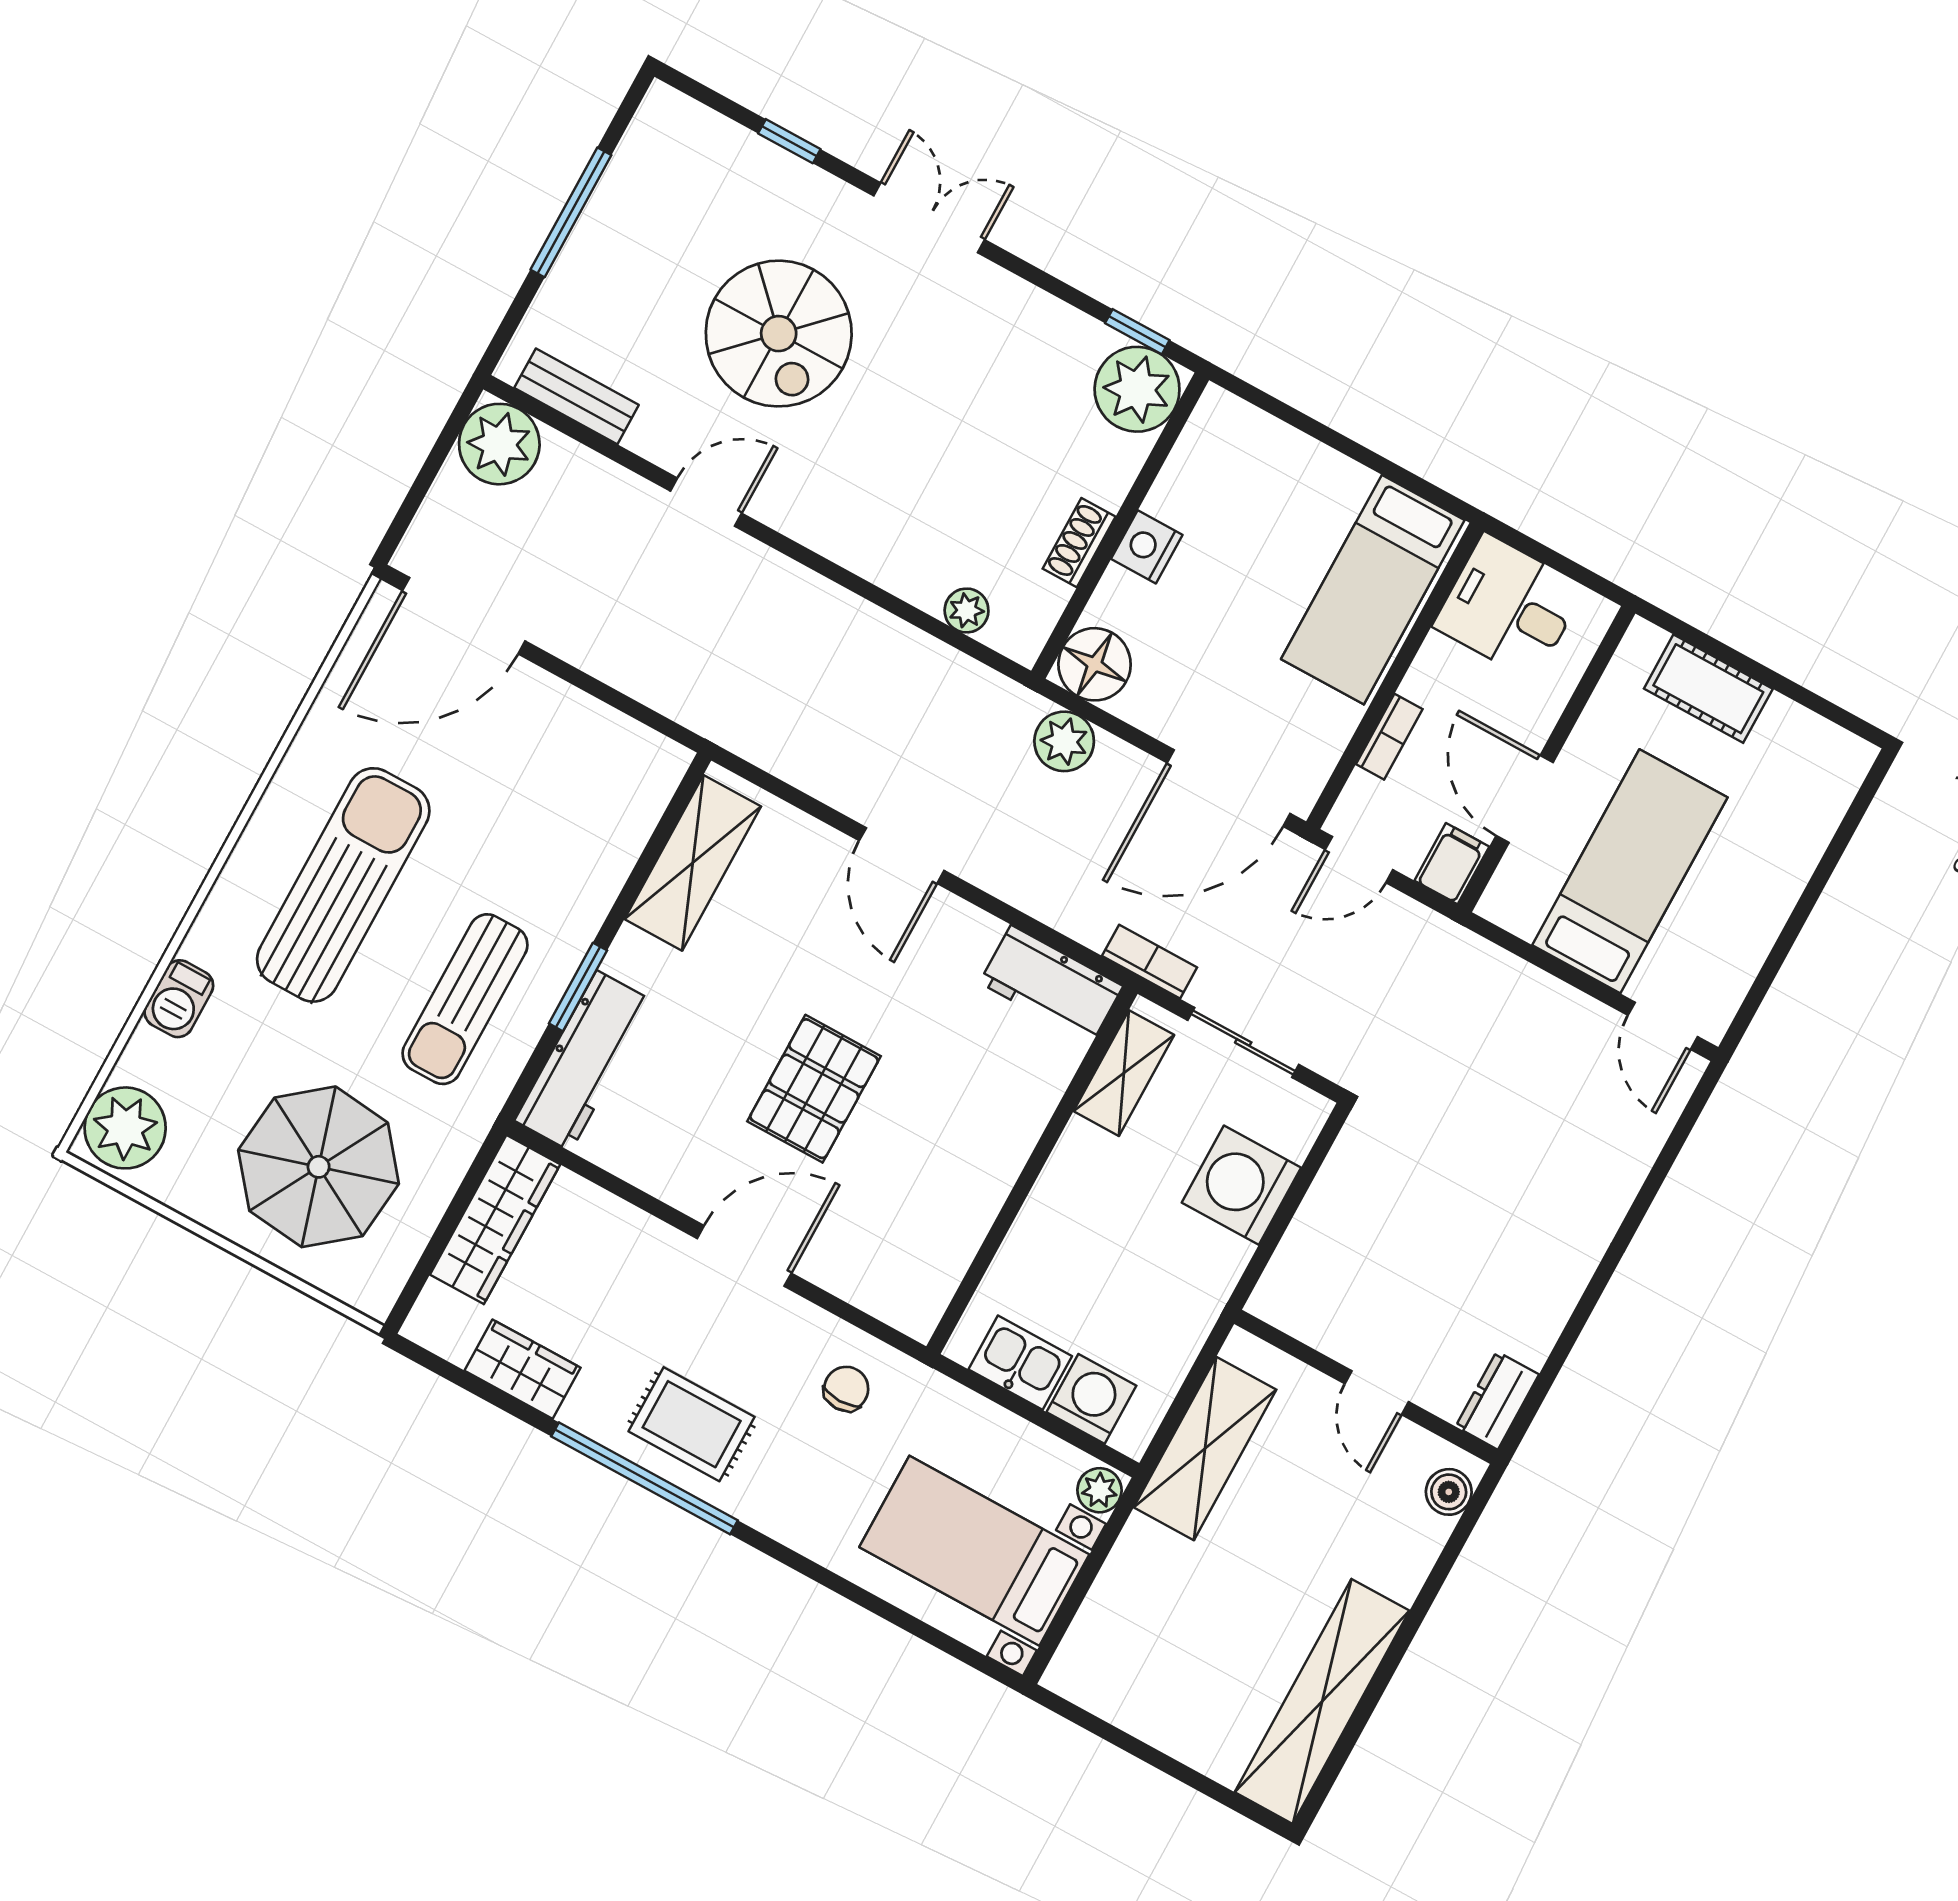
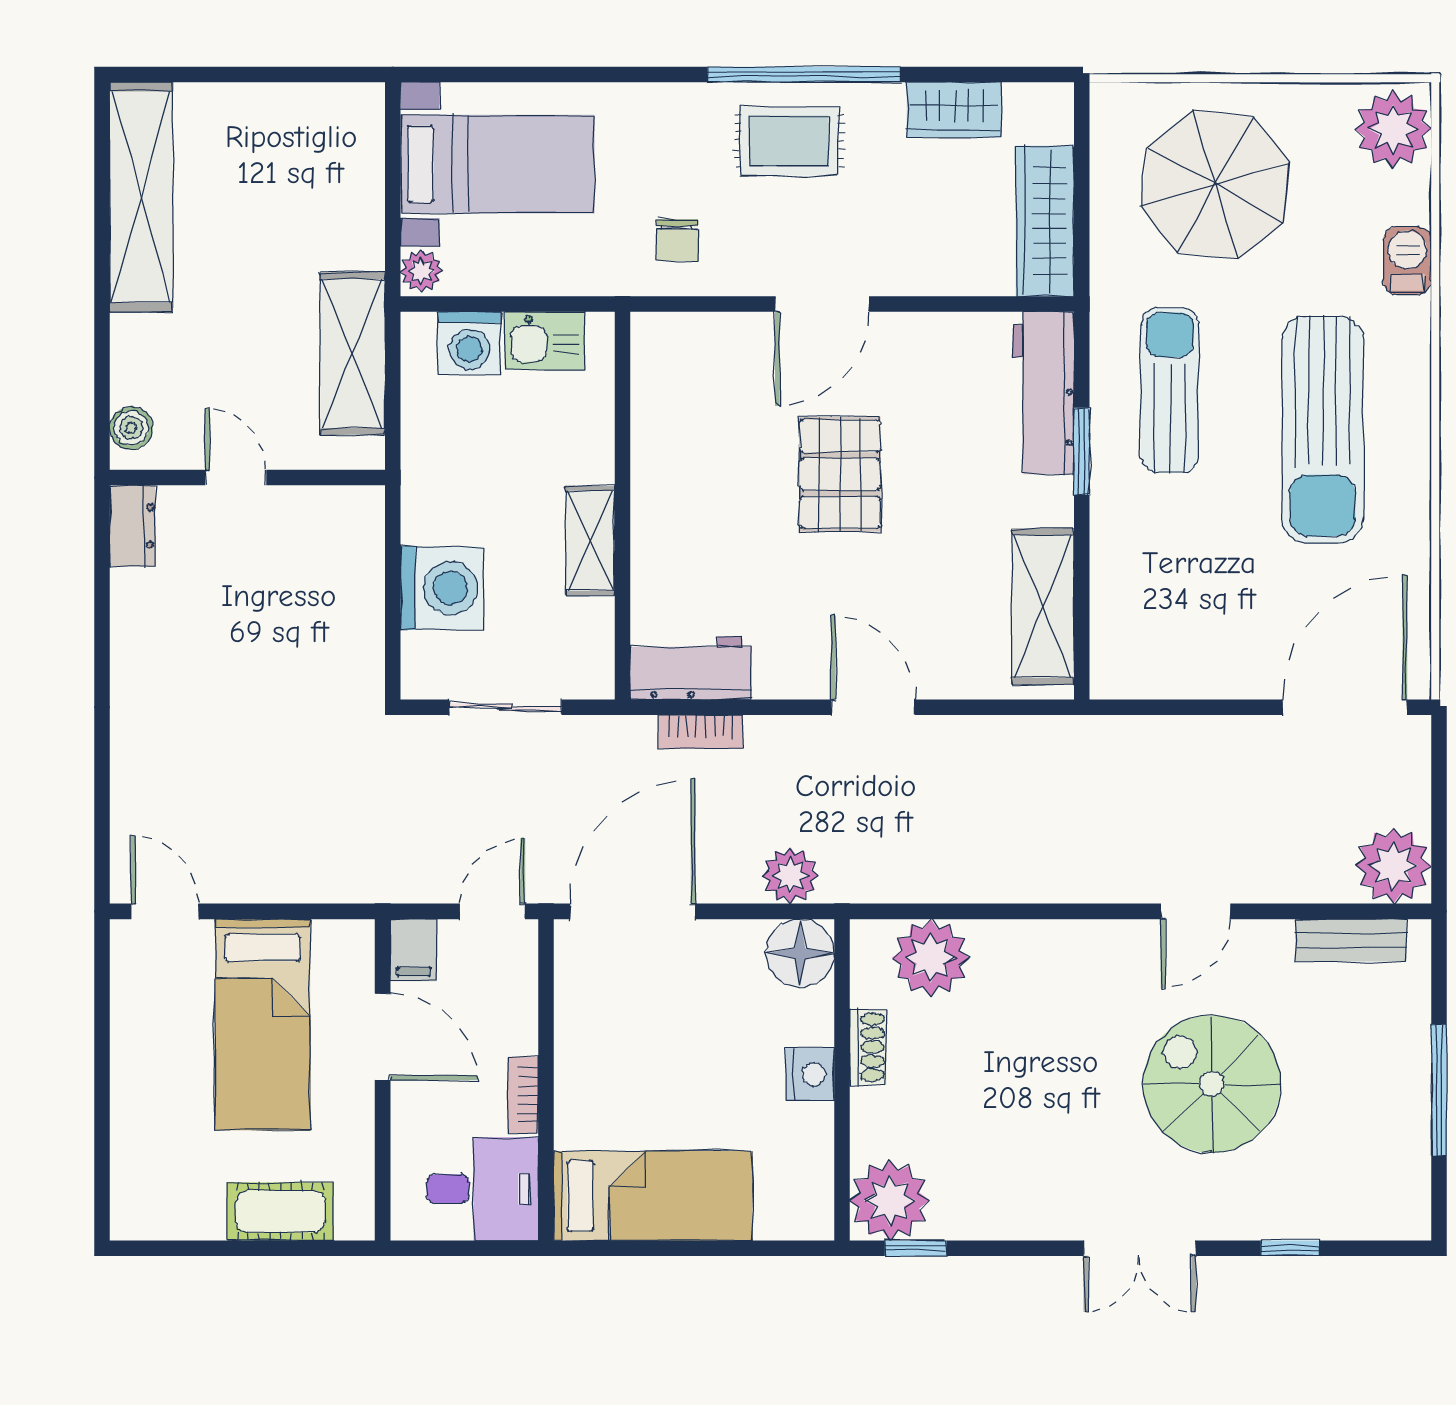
bed: (1373, 590) -> (653, 1196), moved, turned 90
plant: (967, 611) -> (931, 958), width x1.87, depth x1.87
bookcase: (1389, 737) -> (523, 1095), moved
bookcase: (1150, 962) -> (700, 732), moved
shelving: (1124, 1073) -> (590, 541), moved

